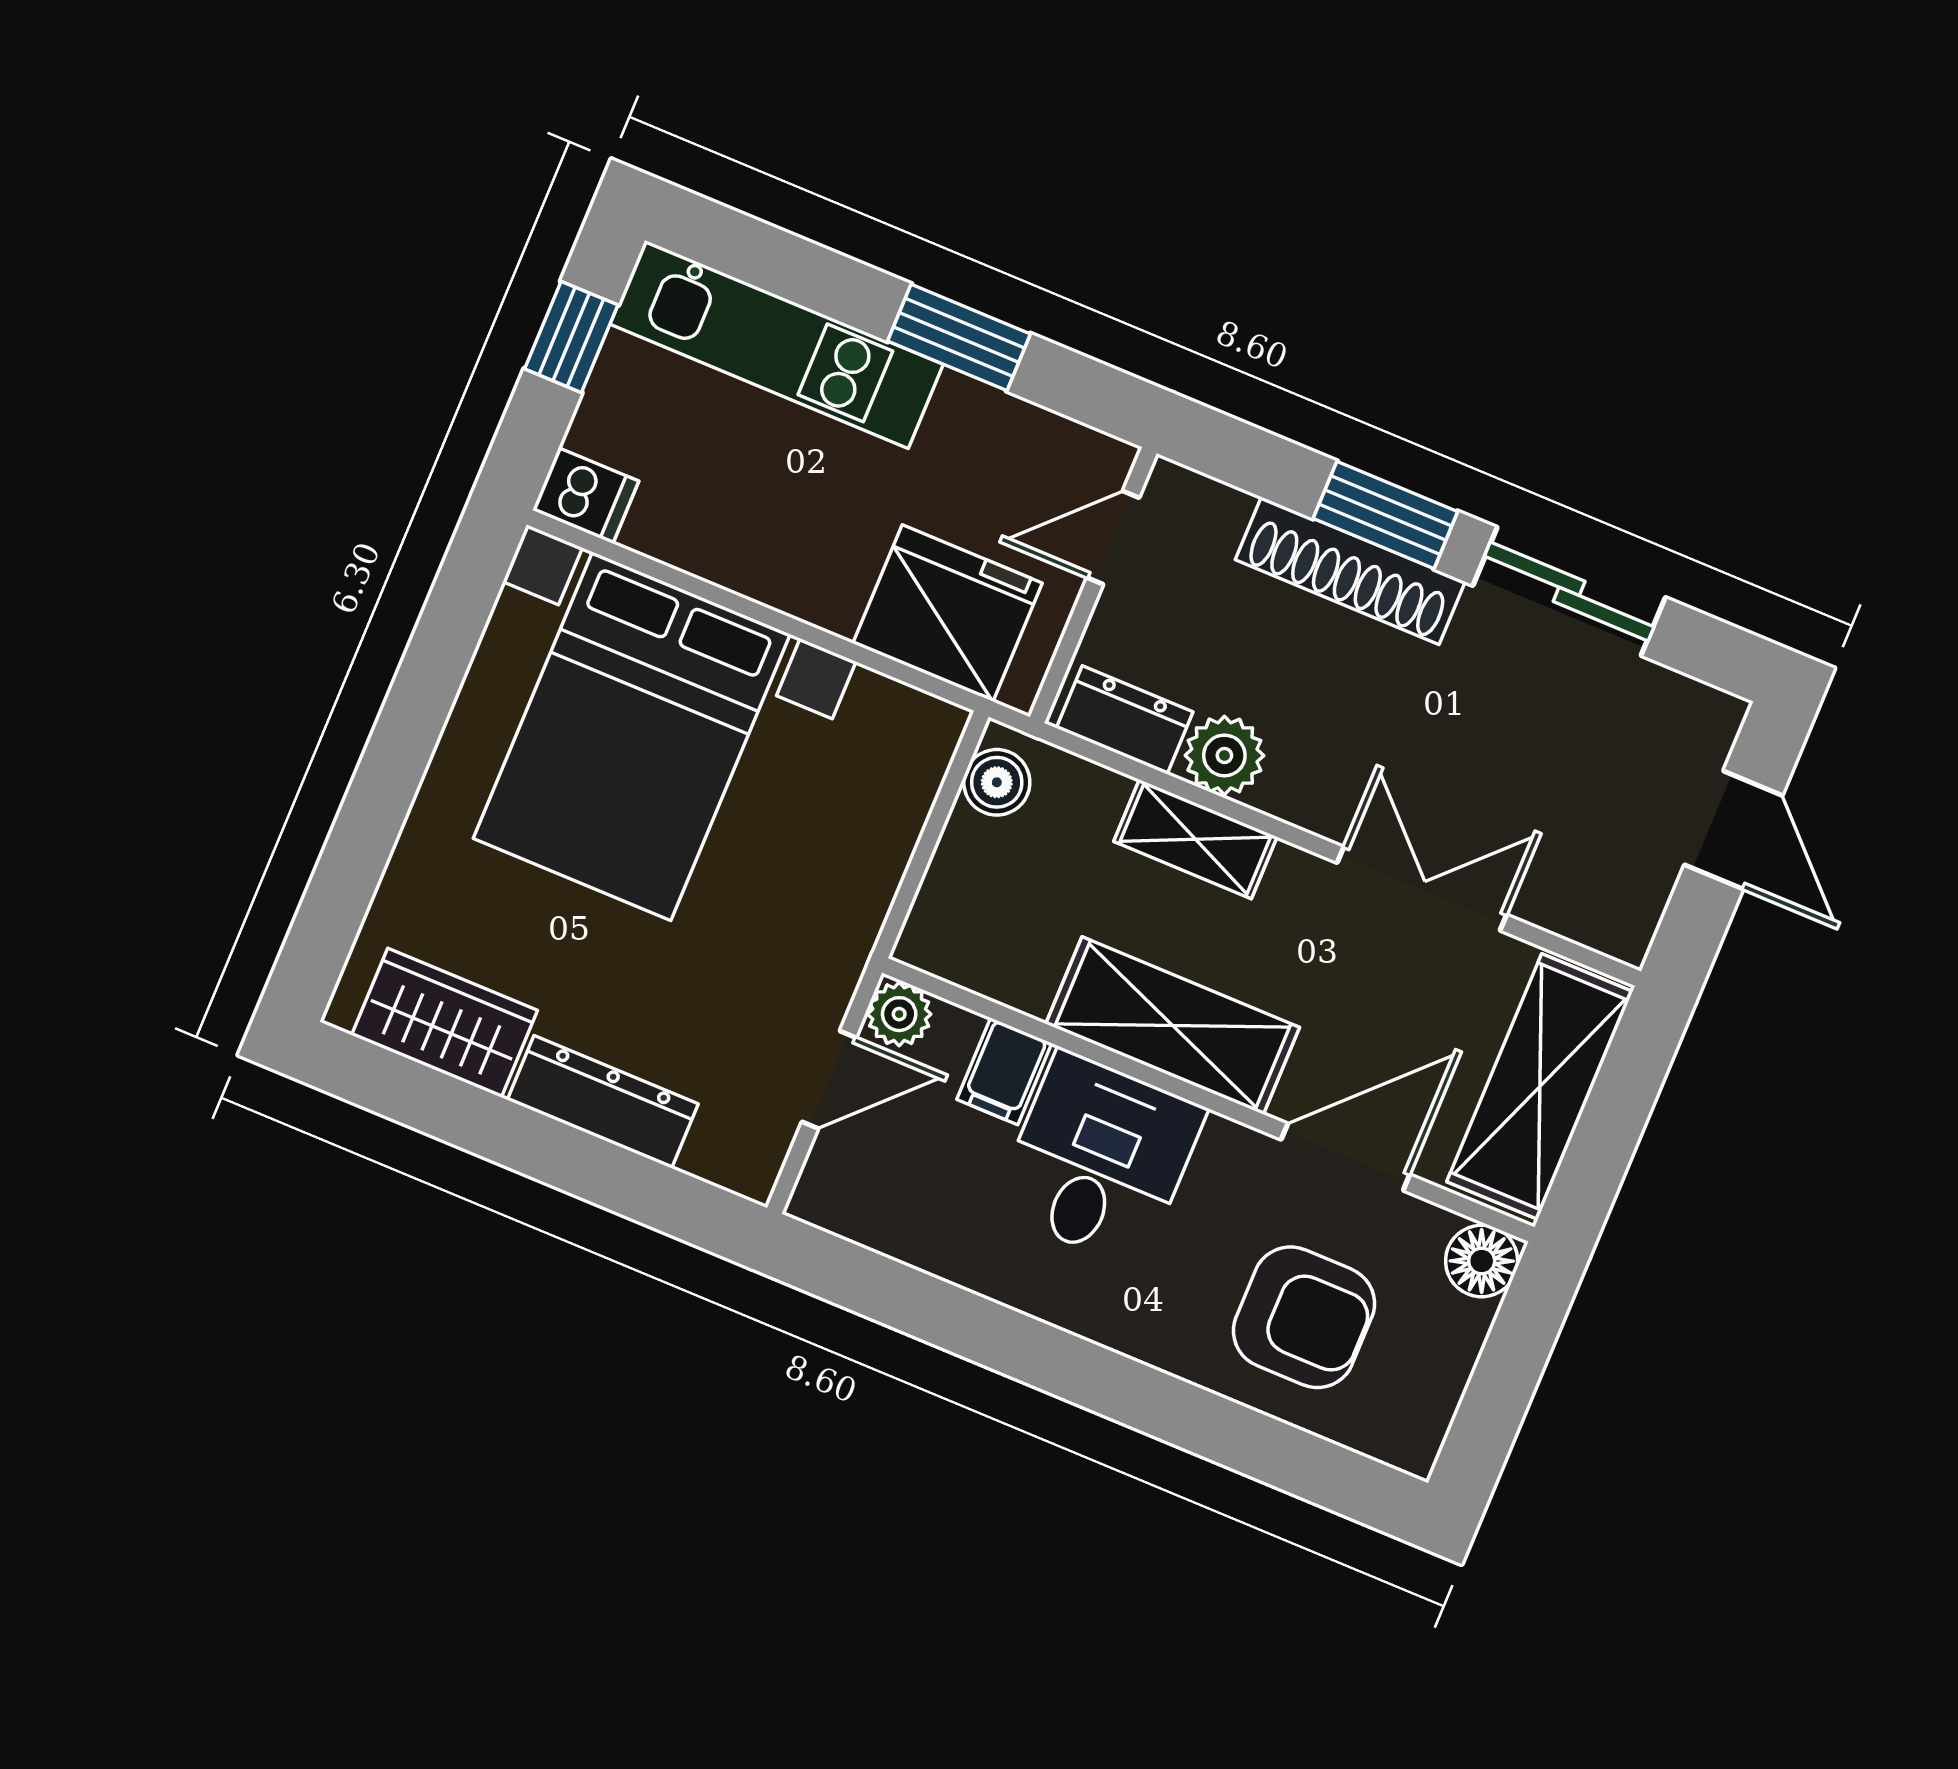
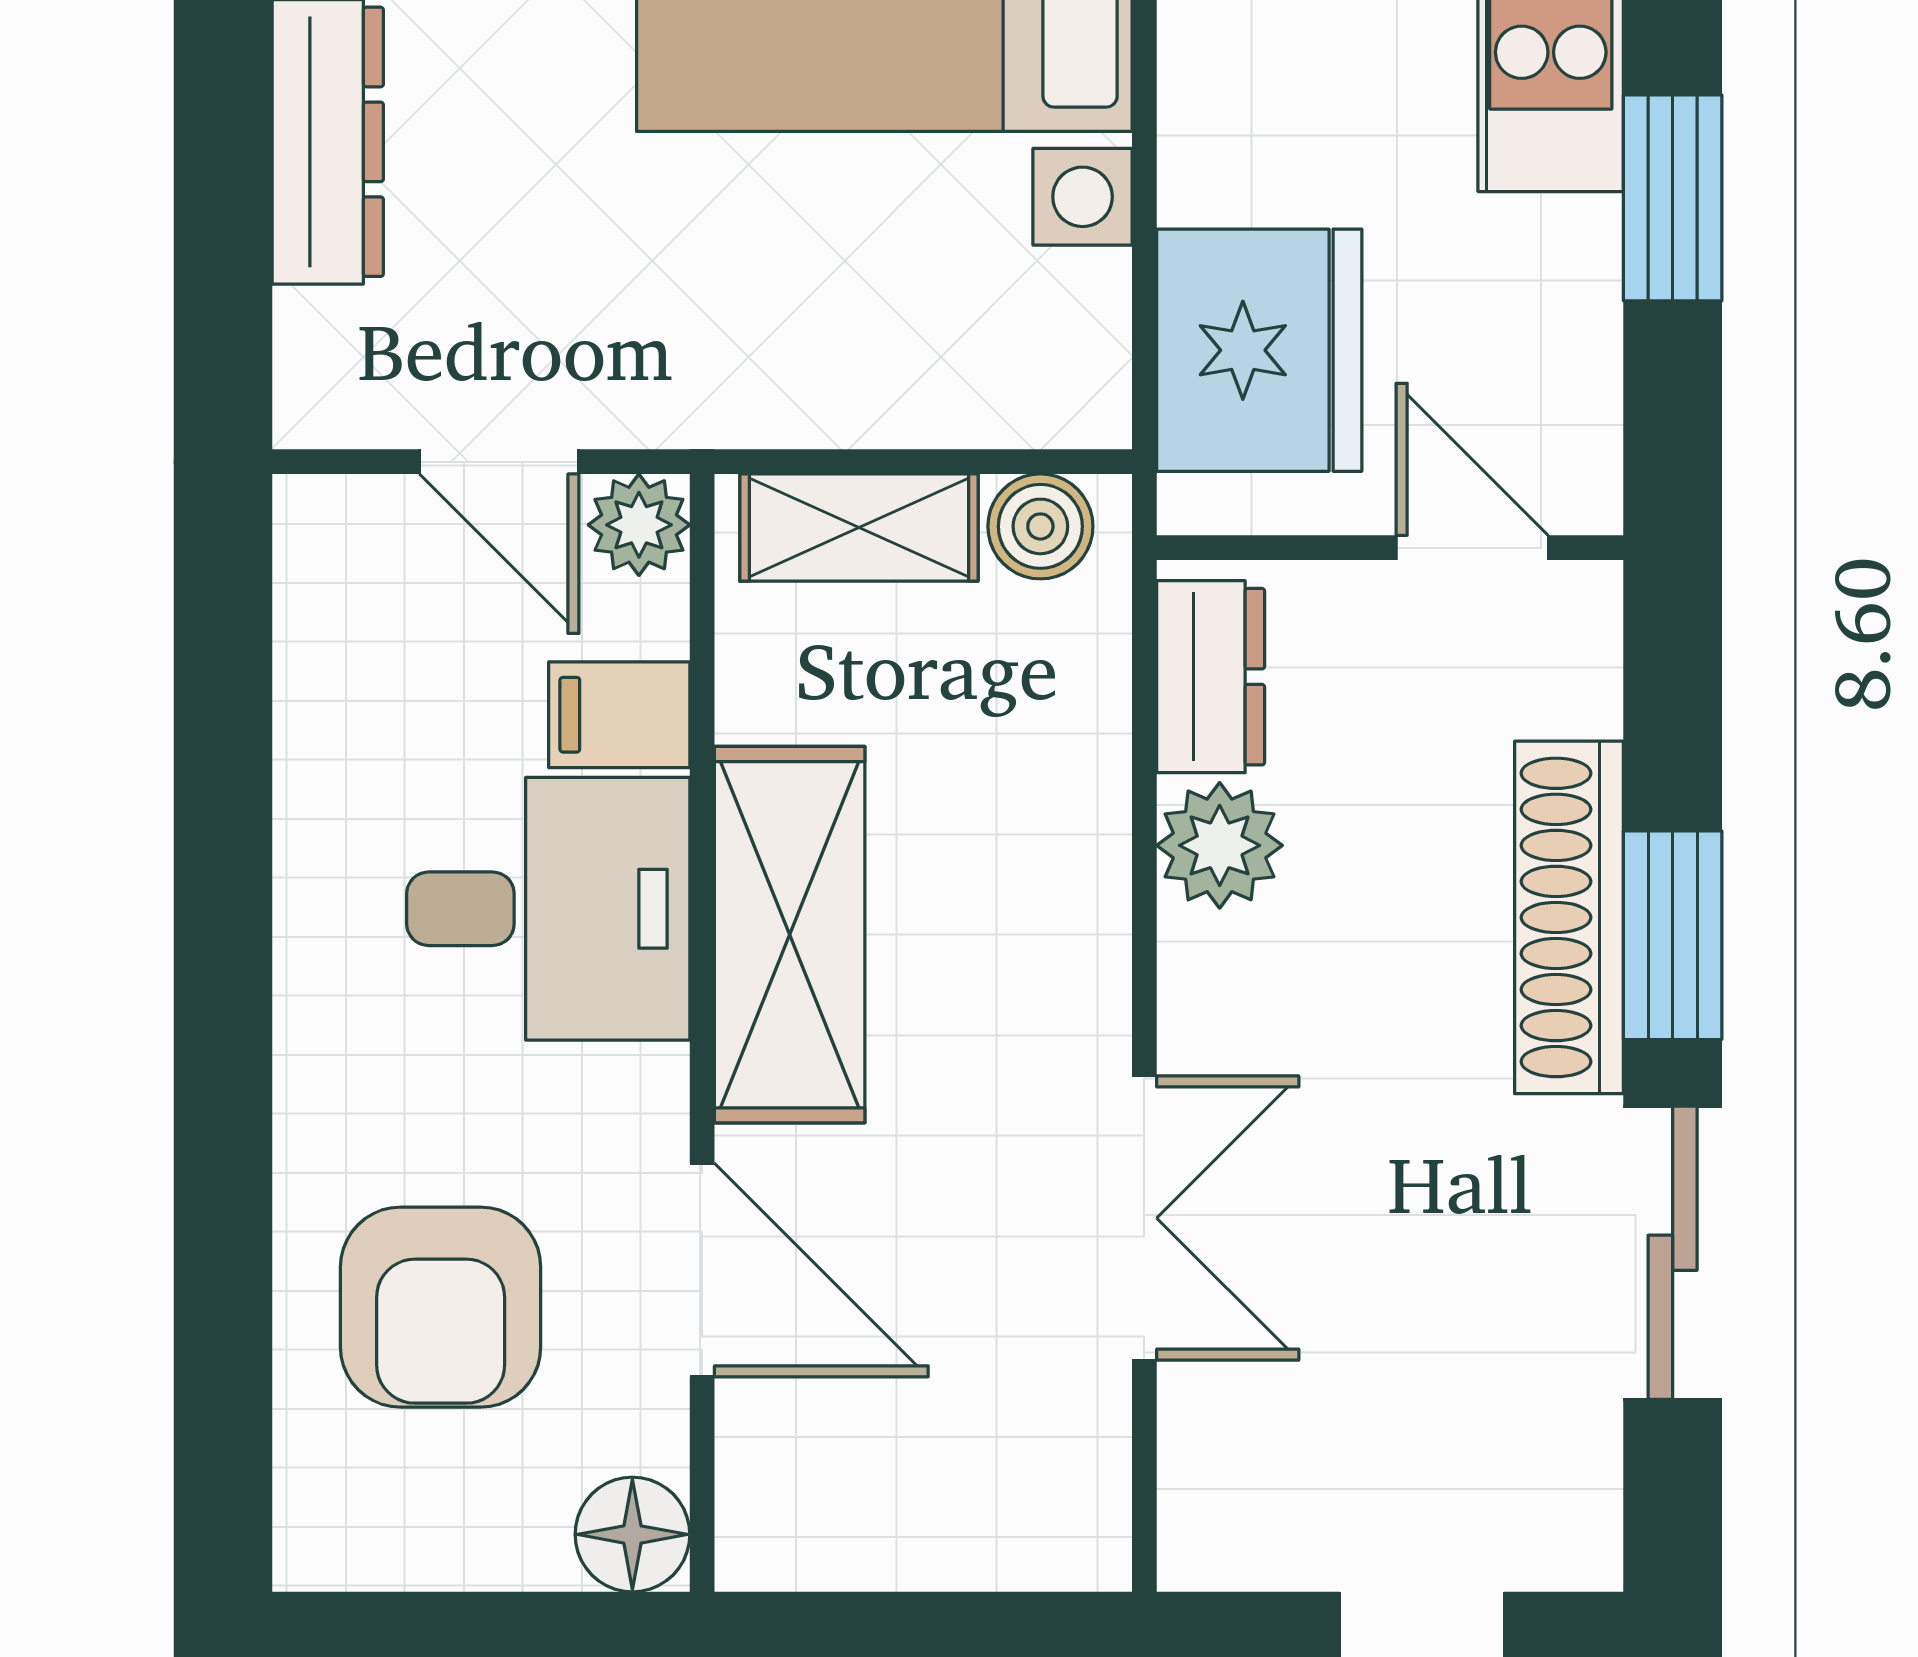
shelving: (1195, 839) -> (859, 528), moved, turned 90
shelving: (1540, 1087) -> (925, 1513), removed

